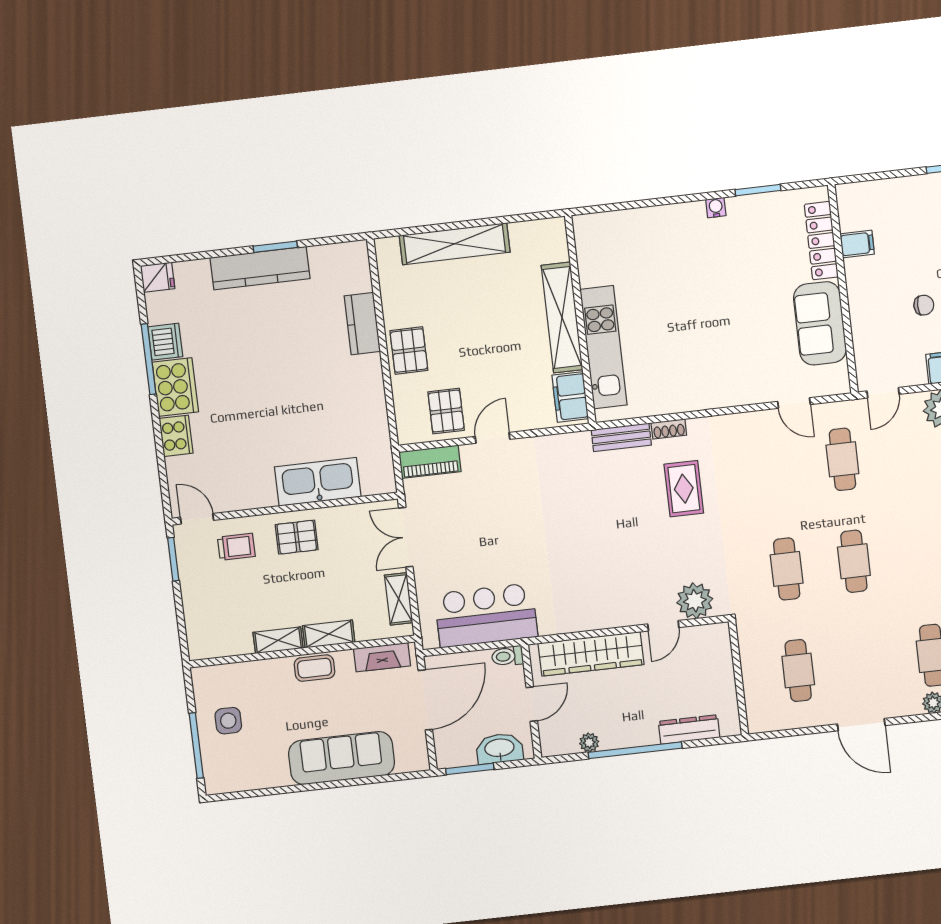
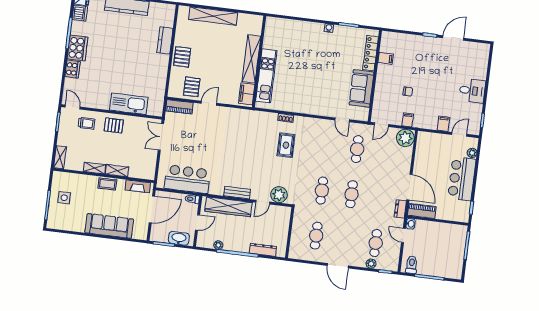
dishwasher: (165, 342) -> (80, 13), moved
bench: (621, 437) -> (237, 193), moved
shelving: (399, 599) -> (60, 157), moved

